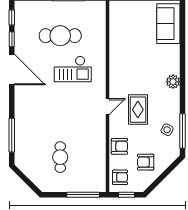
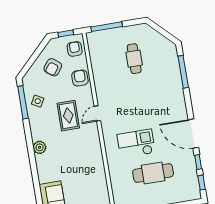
armchair: (119, 146) -> (80, 78), turned 90
armchair: (146, 162) -> (53, 67), turned 128
armchair: (120, 177) -> (75, 49), turned 90

